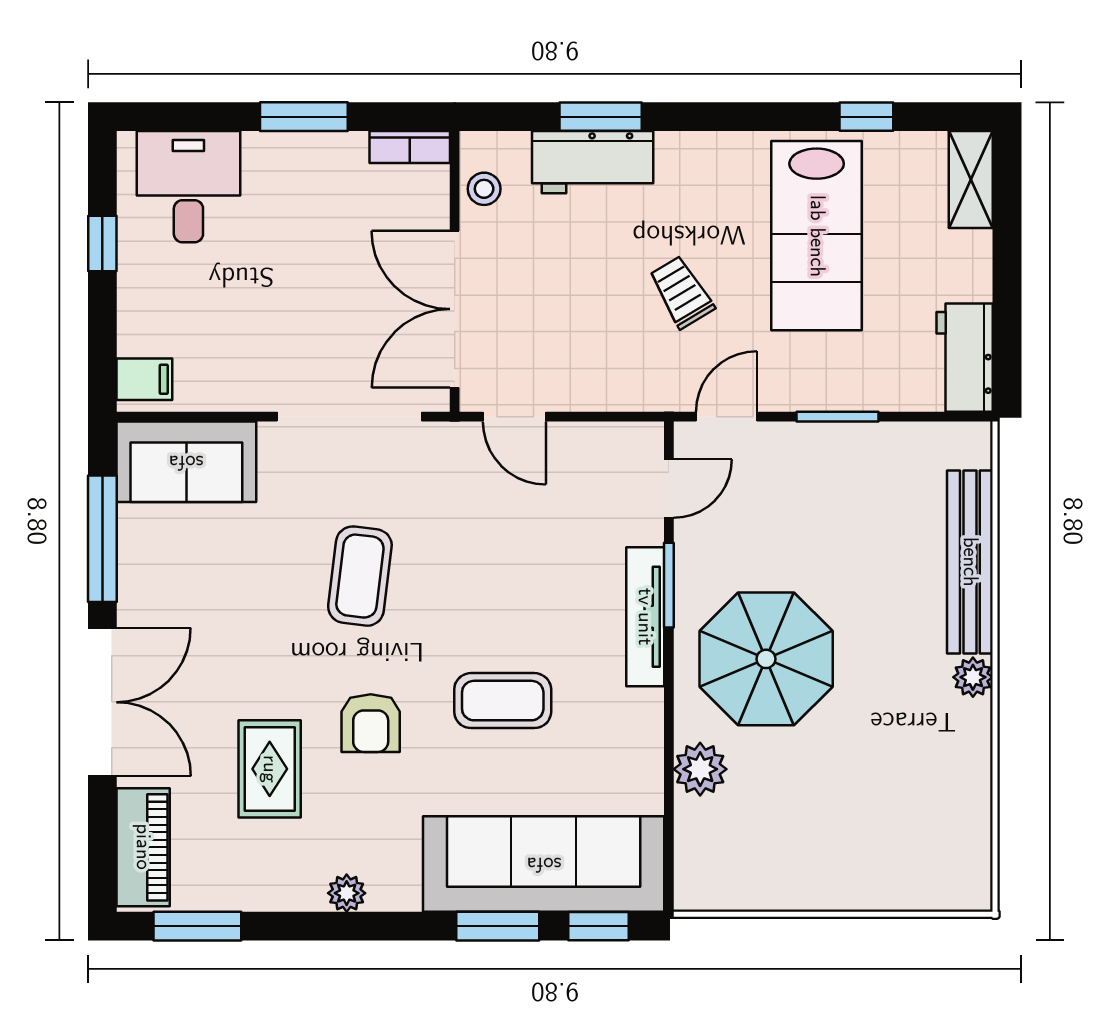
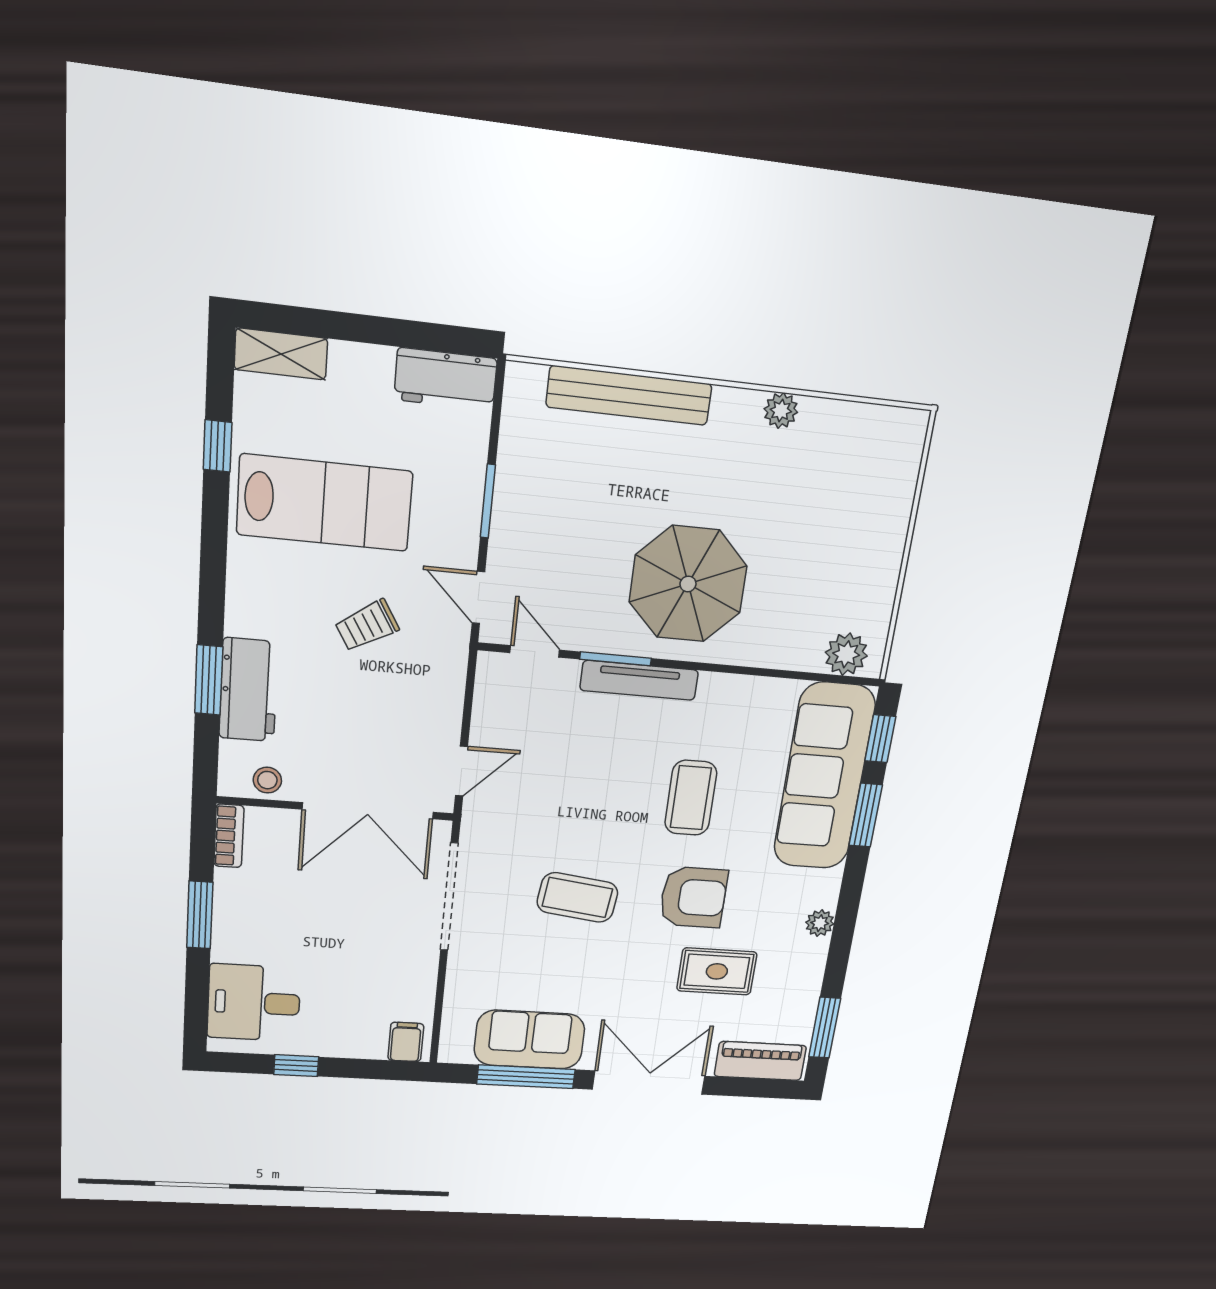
sofa: (186, 462) -> (529, 1040), moved, turned -90
plant: (973, 677) -> (781, 411), moved
armchair: (371, 723) -> (693, 897), width x1.38, depth x1.38
plant: (700, 769) -> (846, 654), moved

